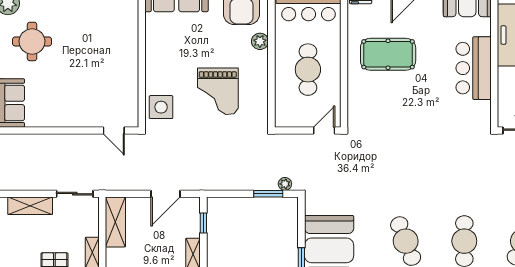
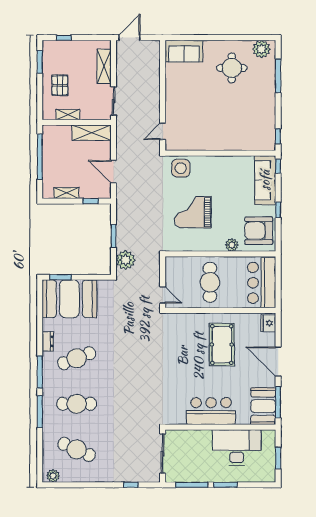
cafe table: (308, 70) -> (210, 282), turned 90
plant: (285, 184) -> (126, 260), width x1.87, depth x1.87
window: (268, 194) -> (113, 236), moved

